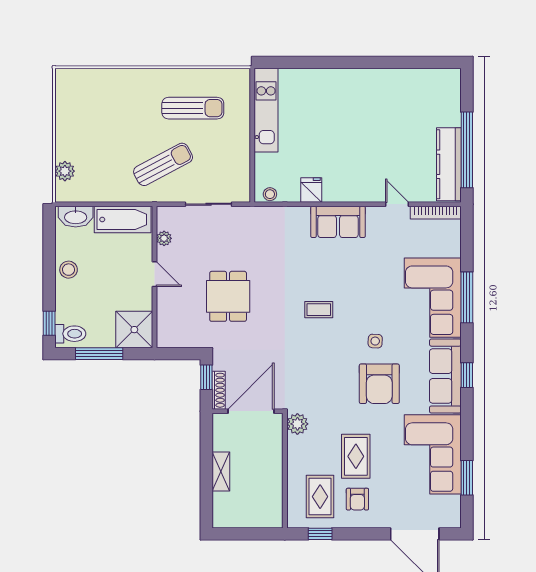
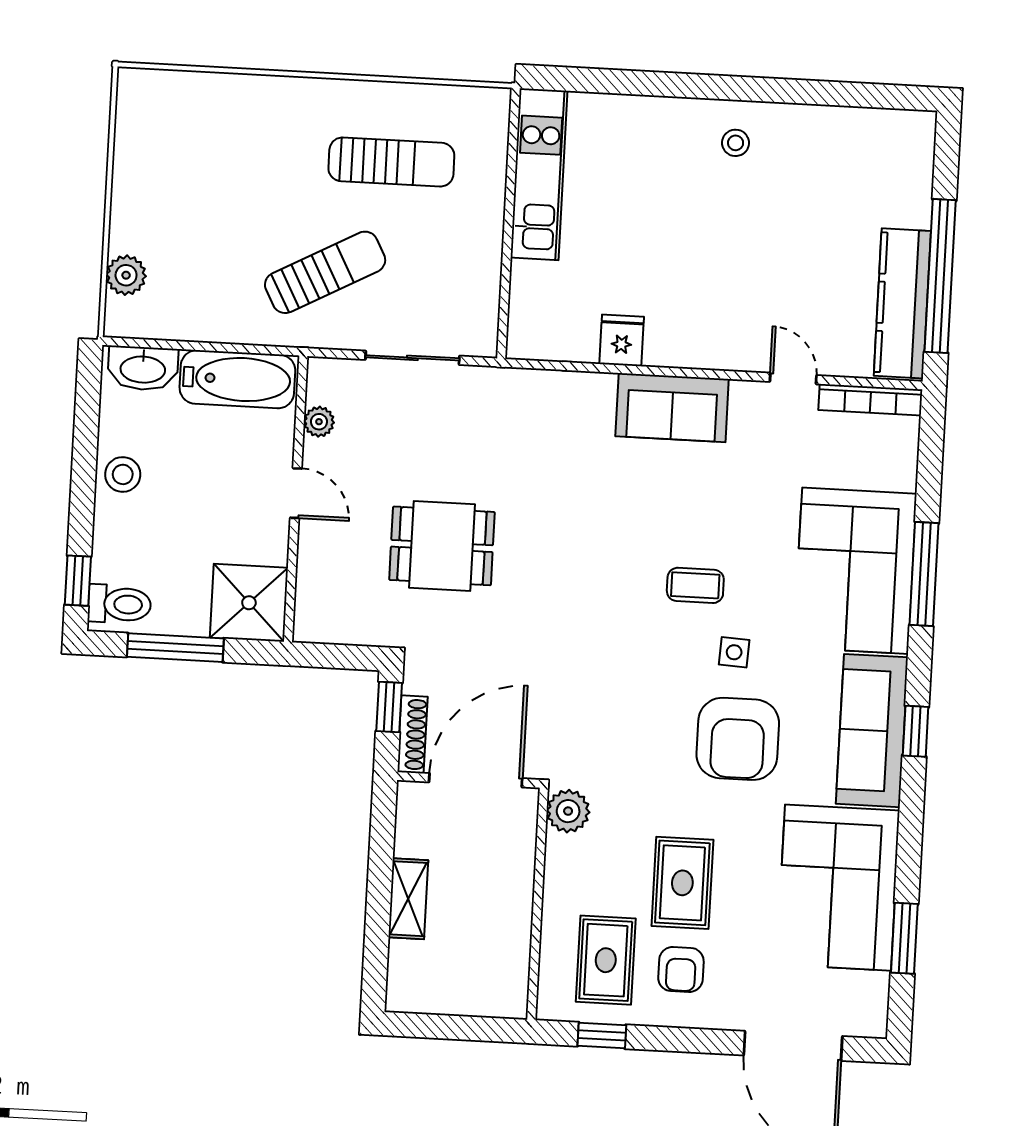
stool: (270, 194) -> (736, 143), moved
dining table: (228, 296) -> (442, 546), turned 90
coffee table: (319, 310) -> (695, 585), moved

